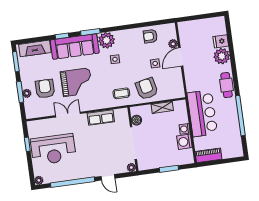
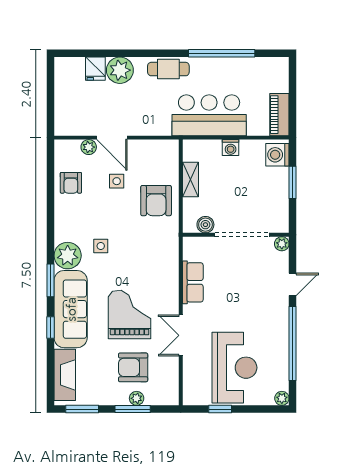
armchair: (147, 89) -> (156, 201), turned -78
coffee table: (121, 93) -> (158, 243), removed
washing machine: (184, 142) -> (277, 155), moved, turned 90

